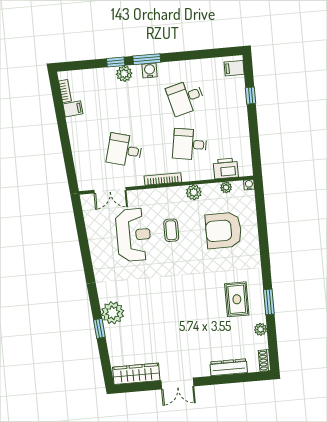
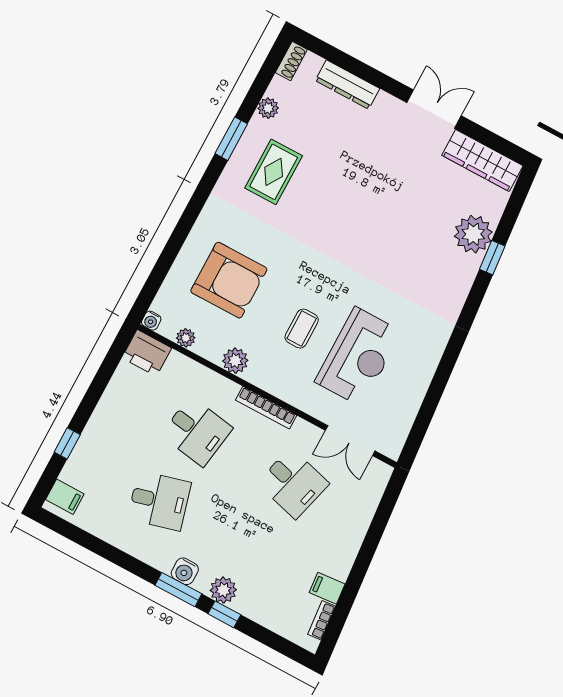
printer: (226, 168) -> (147, 353), moved
double door: (110, 190) -> (350, 441), swing flipped
reception desk: (134, 235) -> (358, 357), turned 180
plant: (113, 313) -> (473, 234), moved

